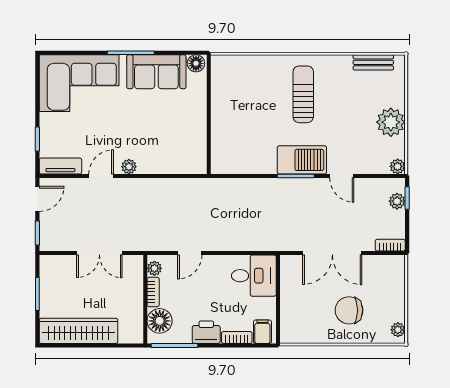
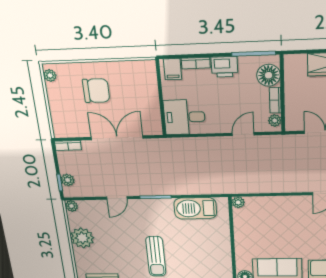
barbecue: (302, 160) -> (195, 208), moved
plant: (129, 167) -> (238, 202), moved
door: (342, 176) -> (117, 198), swing flipped

